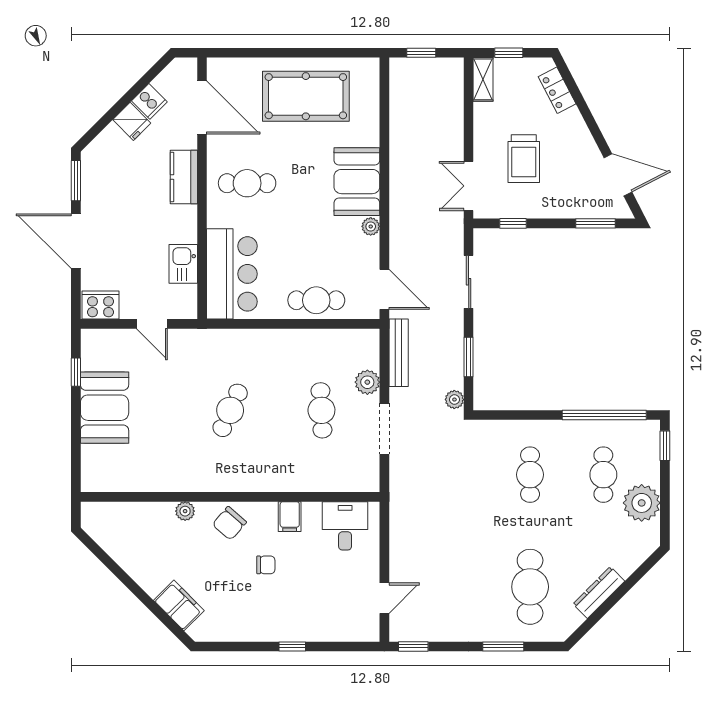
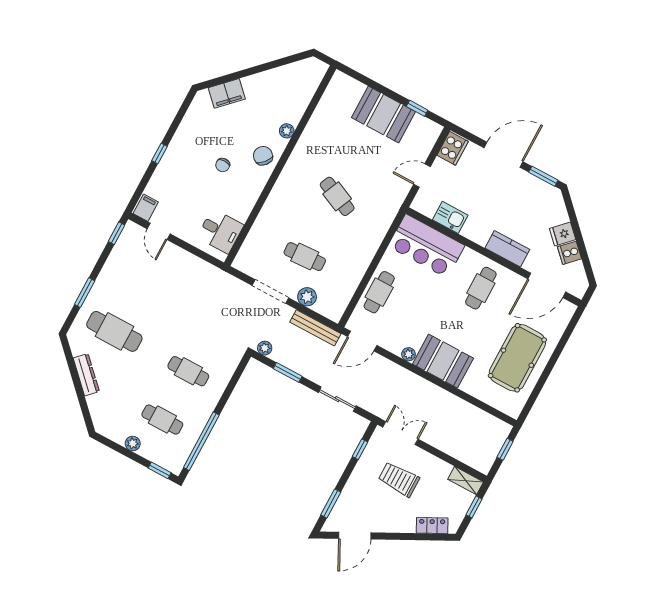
plant: (642, 503) -> (133, 444), width x0.53, depth x0.53
filing cabinet: (290, 517) -> (146, 208), moved, turned 90

